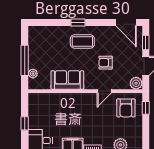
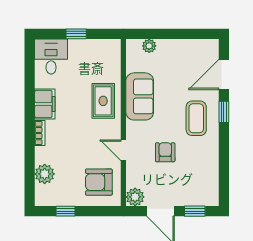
door: (126, 23) -> (224, 74), moved
window: (25, 60) -> (168, 34), removed
rug: (70, 105) -> (103, 101), added
window: (146, 108) -> (65, 211), moved

